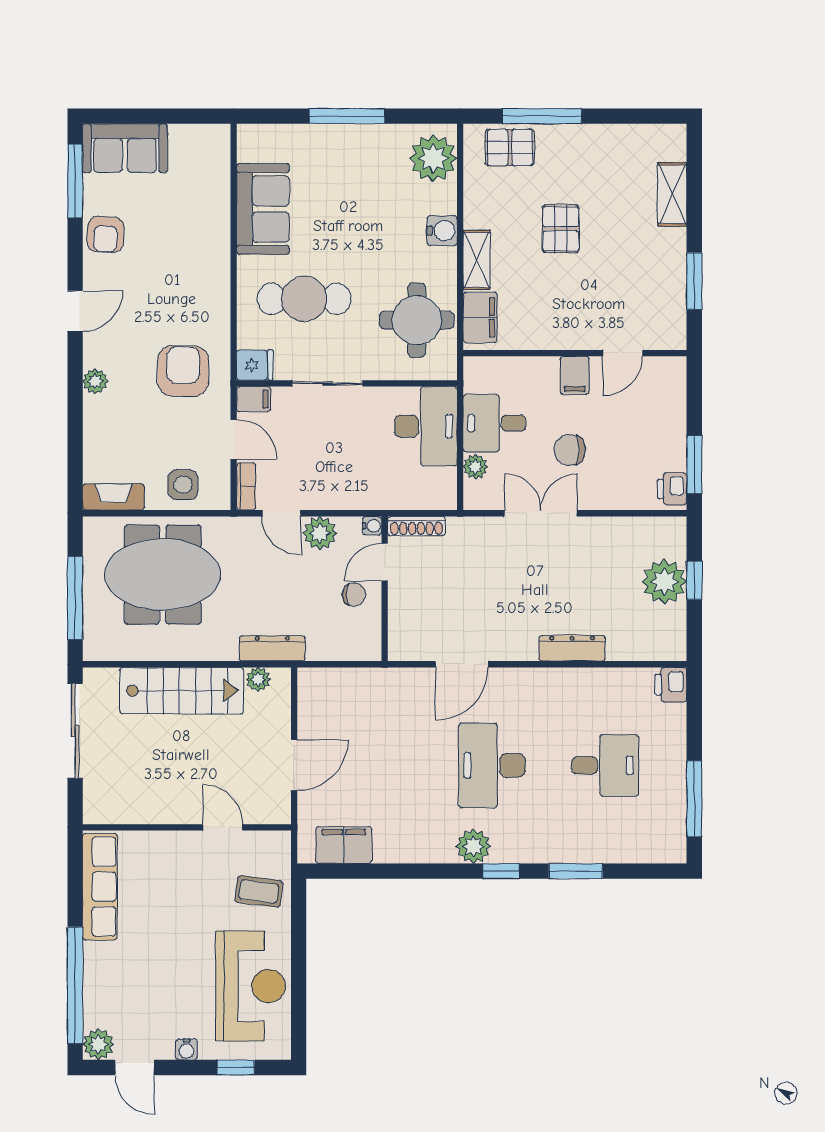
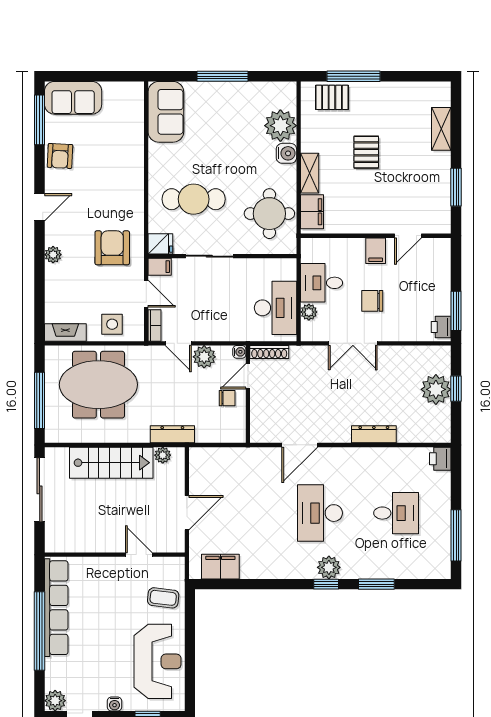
plant: (433, 158) -> (280, 126), moved
sofa: (263, 209) -> (166, 112), moved
desk: (426, 426) -> (275, 308), moved
double door: (541, 513) -> (353, 343), swing flipped
plant: (473, 846) -> (329, 567), moved
row of seats: (100, 887) -> (56, 608), width x1.36
window: (75, 985) -> (40, 631), moved

